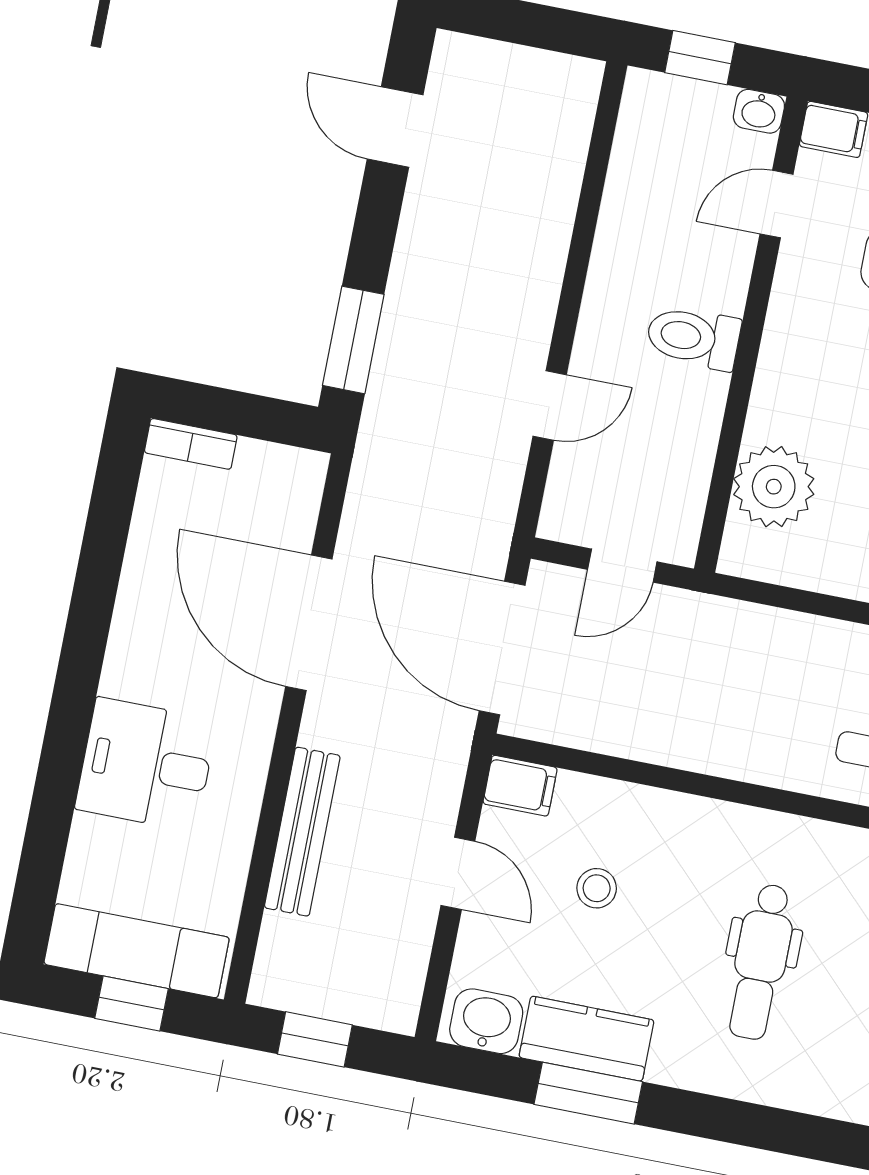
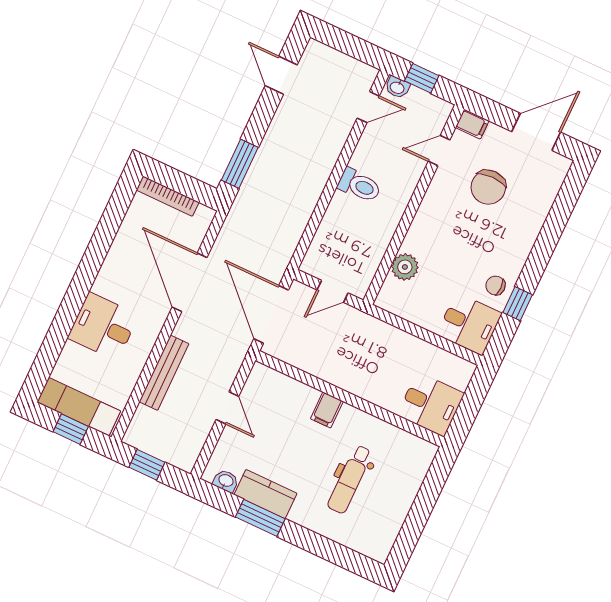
washbasin: (759, 111) -> (397, 87), moved
toilet: (693, 338) -> (359, 185), moved, turned 180
door: (550, 405) -> (368, 107), moved
bookcase: (191, 444) -> (168, 196), width x1.56
plant: (774, 487) -> (405, 267), width x0.73, depth x0.73
filing cabinet: (520, 786) -> (327, 410), moved, turned 90
stool: (597, 888) -> (286, 429), removed
washbasin: (486, 1021) -> (226, 481), width x0.72, depth x0.69

